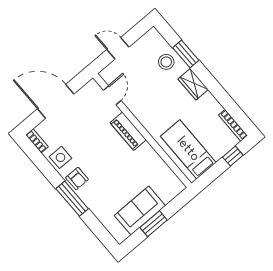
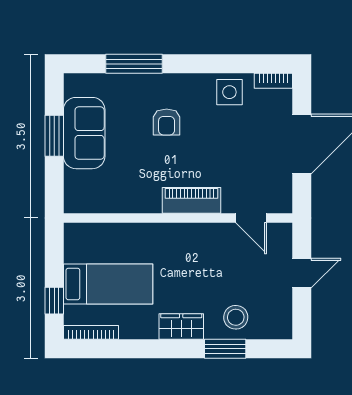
bed: (188, 149) -> (108, 284), moved
armchair: (77, 179) -> (167, 122), moved, turned -90
window: (72, 199) -> (134, 64), moved

